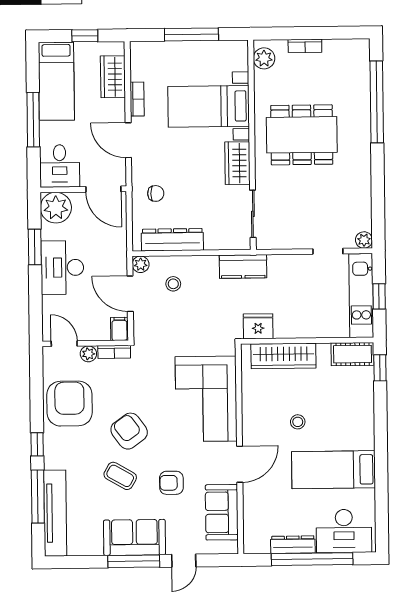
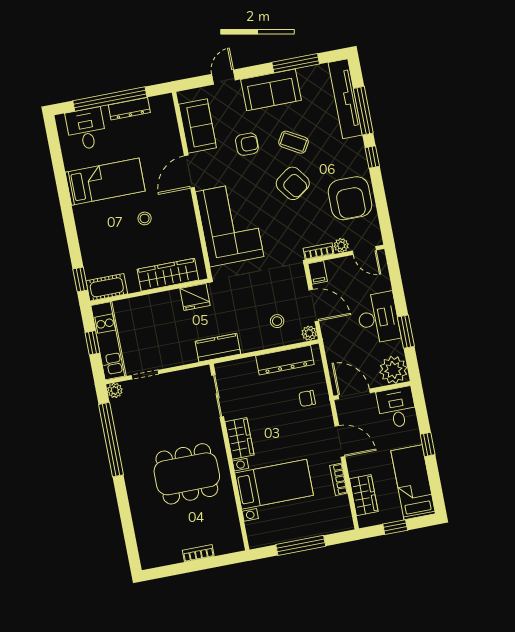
plant: (264, 58) -> (233, 536), removed
window: (377, 102) -> (111, 440), moved
window: (33, 120) -> (428, 444), width x0.46
desk: (344, 531) -> (86, 129), width x0.73
window: (134, 561) -> (296, 63), moved

